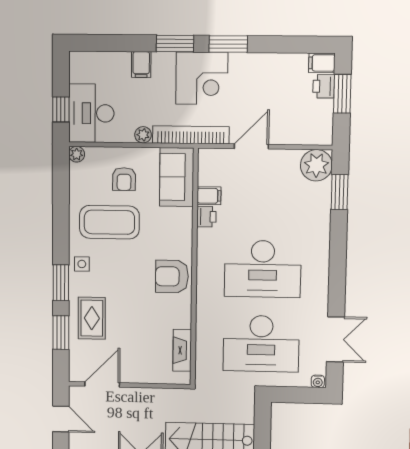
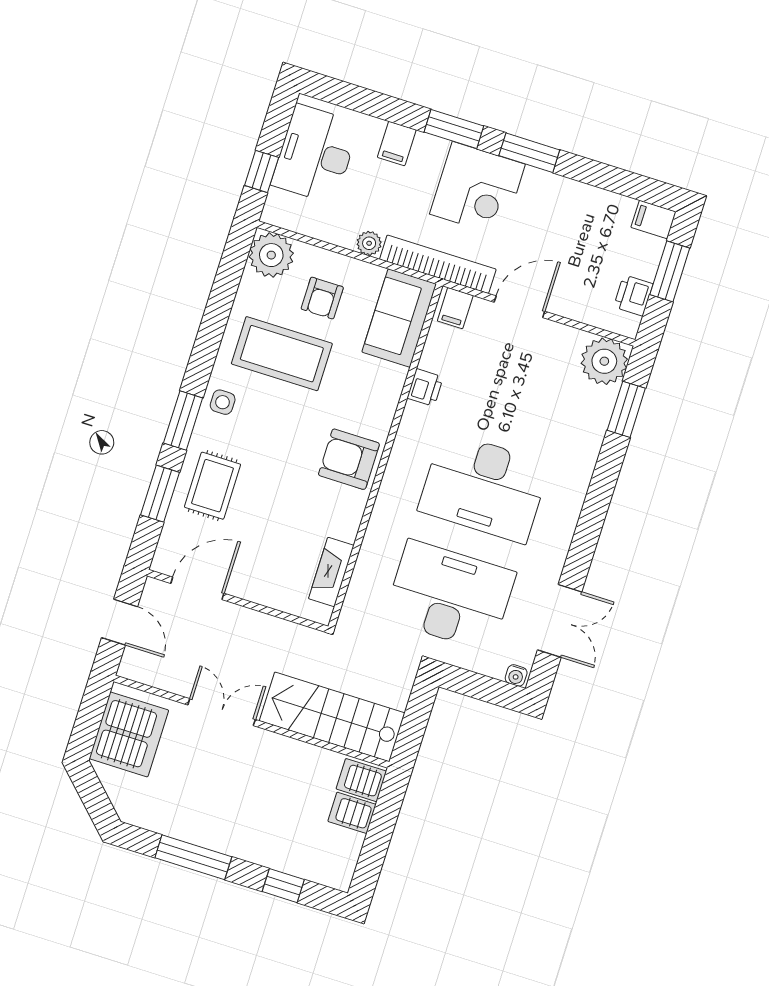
printer: (324, 86) -> (633, 295), moved
desk: (91, 113) -> (315, 154), moved
plant: (77, 154) -> (271, 255), width x1.88, depth x1.88
filing cabinet: (209, 196) -> (455, 308), moved, turned 90
desk: (261, 344) -> (450, 596), turned 180

